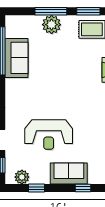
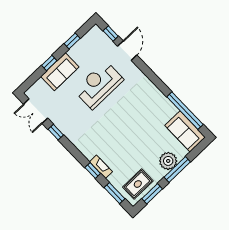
sofa: (17, 58) -> (185, 131), moved
plant: (22, 177) -> (89, 39), removed
window: (83, 188) -> (49, 63), moved

